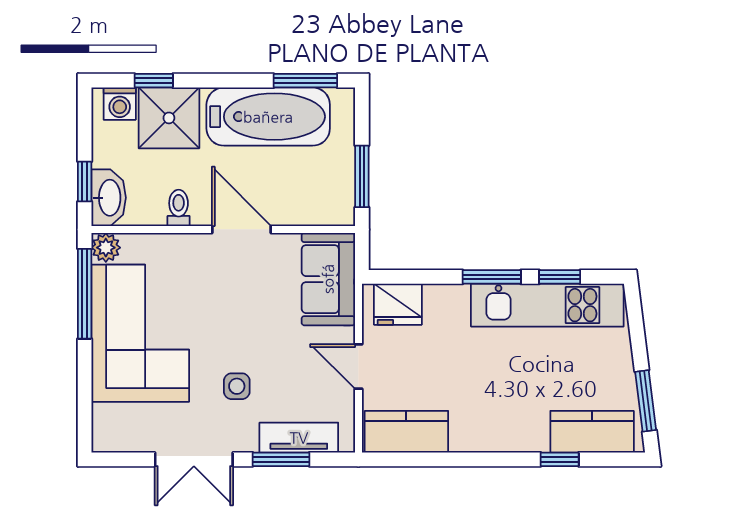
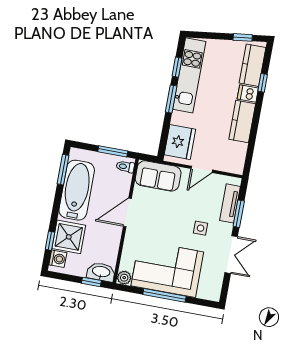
toilet: (179, 208) -> (125, 167), moved
window: (85, 294) -> (164, 295), moved
fridge: (398, 304) -> (180, 142), width x1.36, depth x1.34
window: (646, 401) -> (243, 37), width x0.67
kitchen counter: (406, 432) -> (242, 121), moved
dishwasher: (532, 433) -> (248, 93), added

